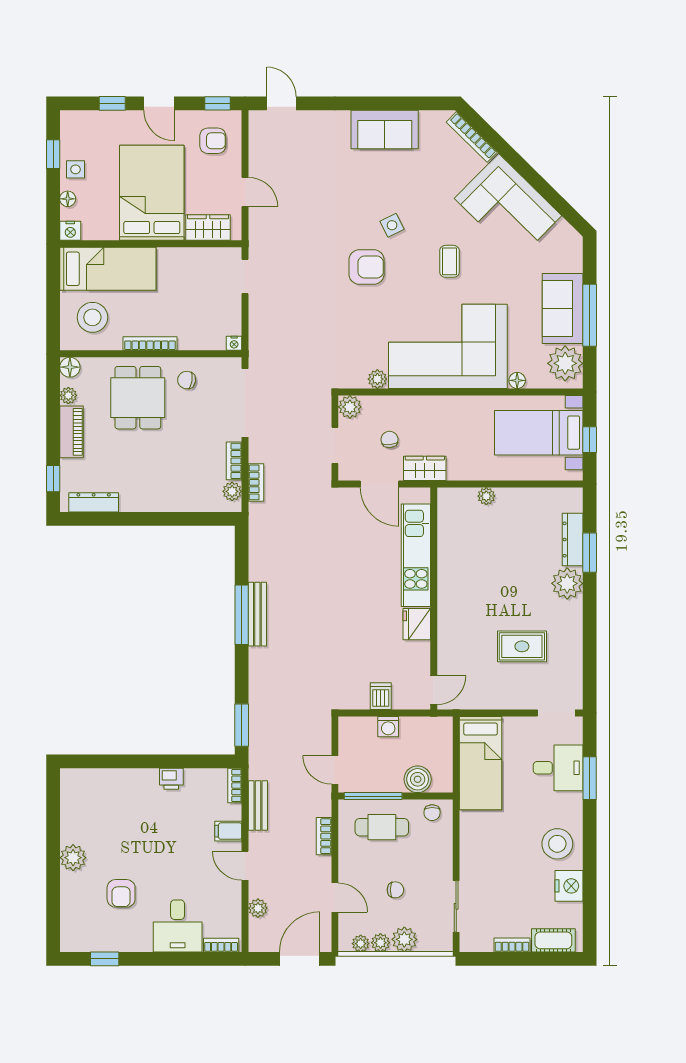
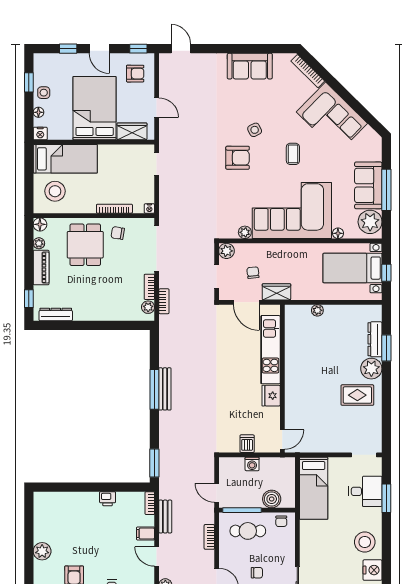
bookcase: (150, 344) -> (114, 209), moved
rug: (522, 646) -> (357, 395), moved

